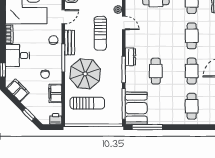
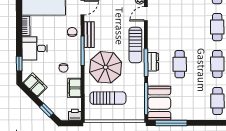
door: (124, 23) -> (146, 14), swing flipped
sun lounger: (100, 33) -> (135, 45), moved
dresser: (130, 57) -> (153, 62), moved

